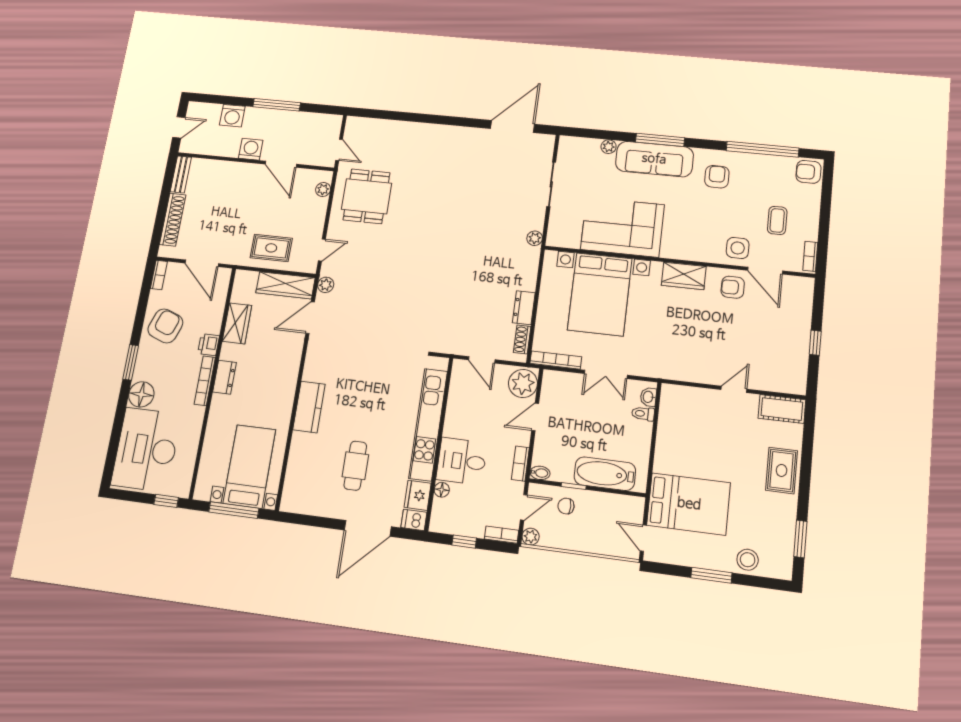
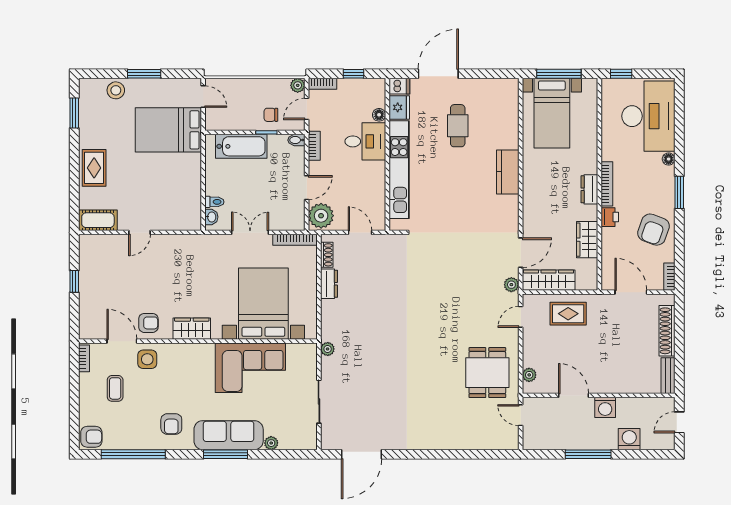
floor lamp: (141, 394) -> (669, 159), width x0.53, depth x0.53
chair: (566, 506) -> (271, 115), turned 180

